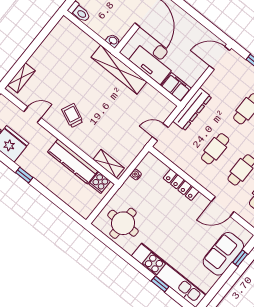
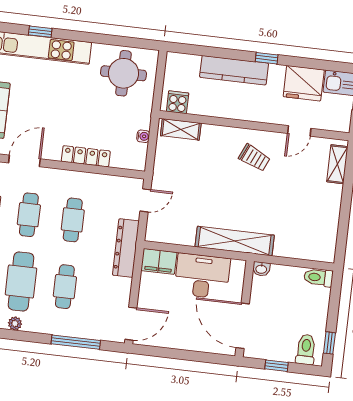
kitchen counter: (73, 162) -> (234, 70), moved, turned 180

